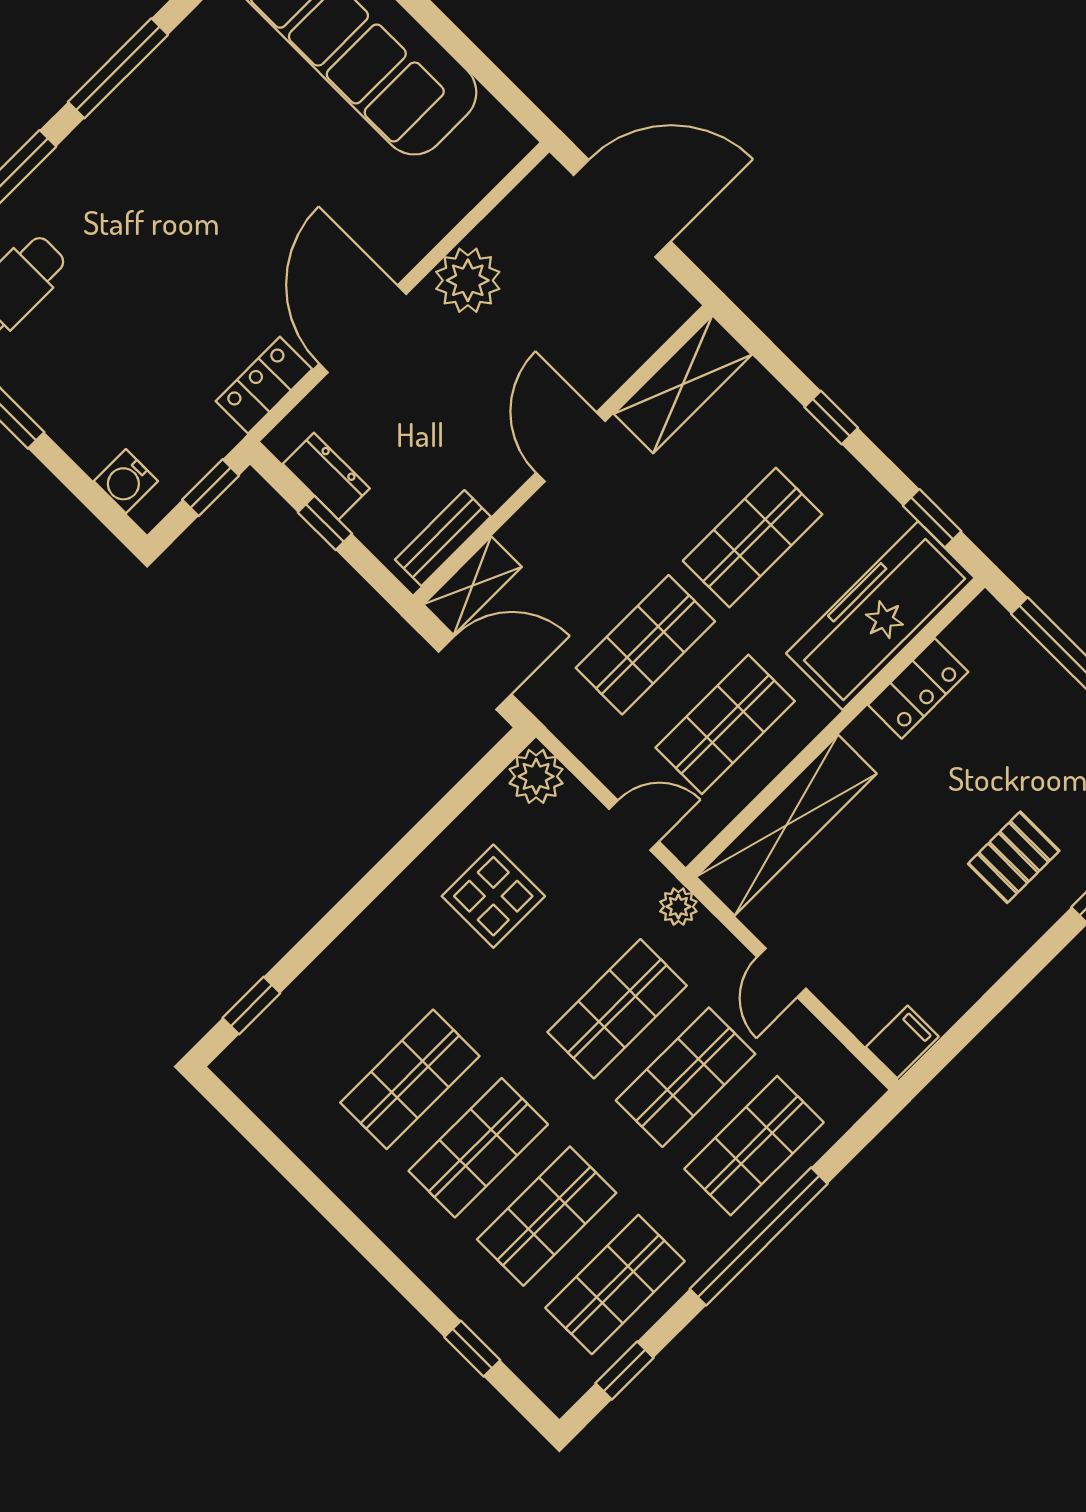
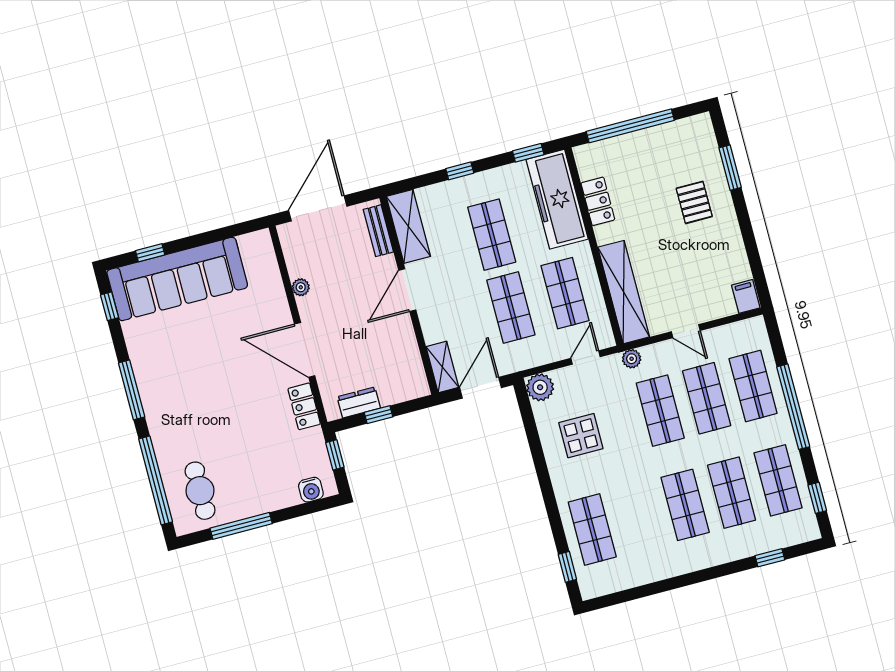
plant: (468, 280) -> (301, 287), width x0.53, depth x0.53
door: (571, 447) -> (407, 290), hinge flipped
bench: (443, 538) -> (378, 231), moved
shop shelf: (410, 1079) -> (592, 529), moved

